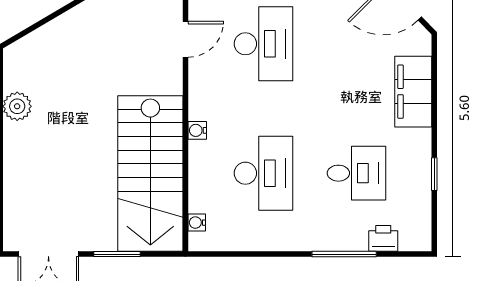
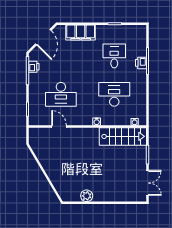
desk: (263, 44) -> (61, 94), turned 180
stairs: (150, 174) -> (123, 136), width x0.73, depth x0.66
printer: (383, 238) -> (141, 63), moved

